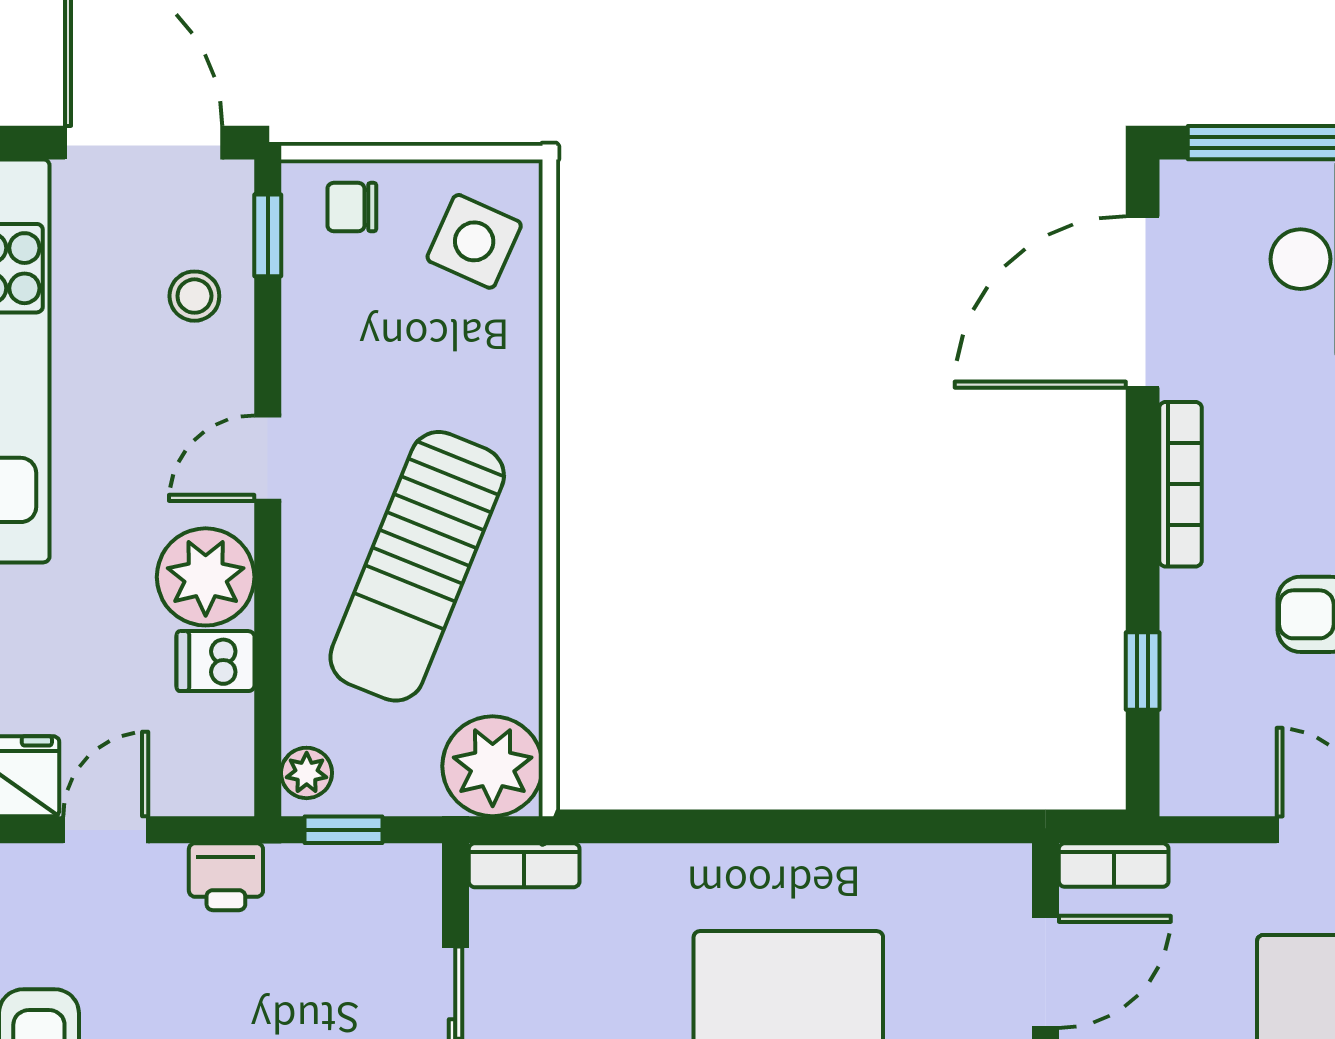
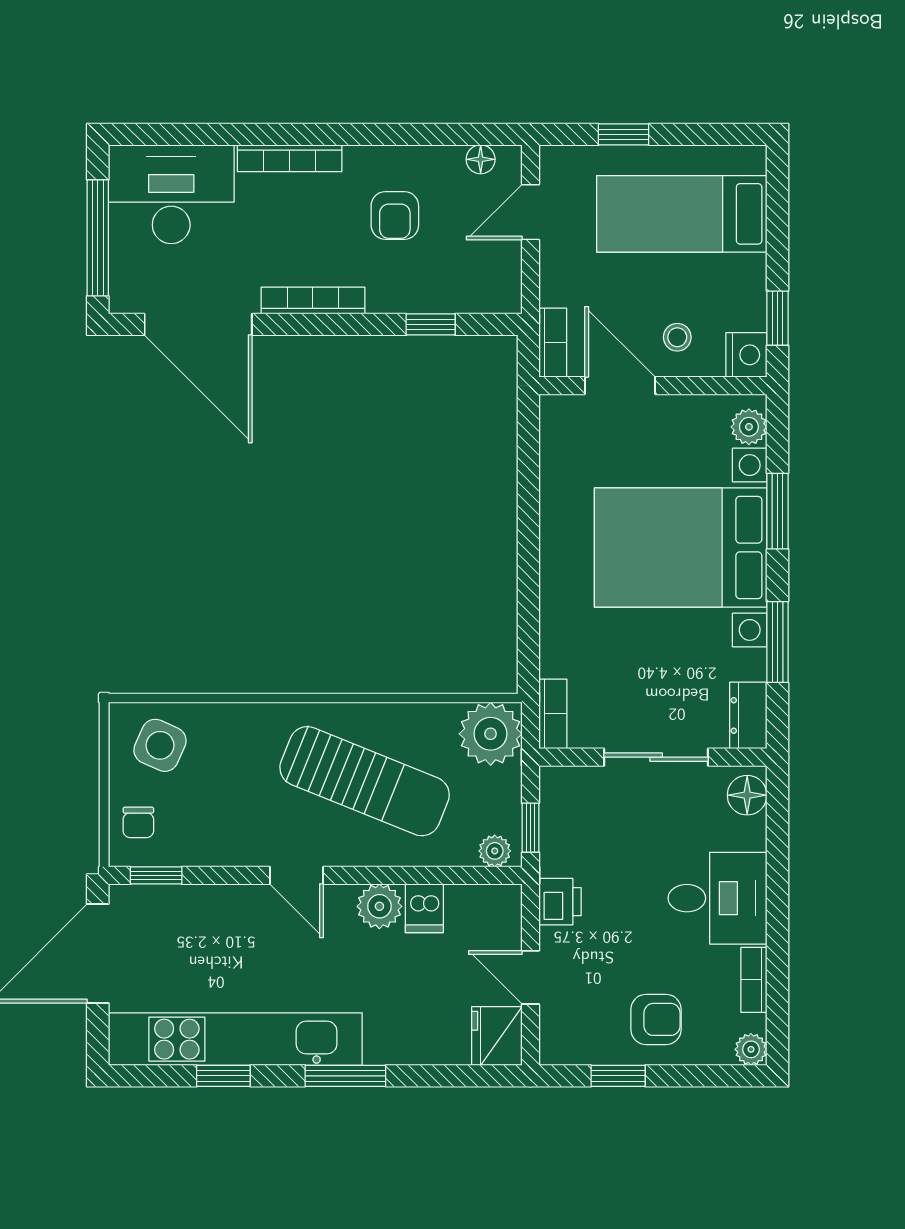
stool: (194, 296) -> (194, 921), removed
plant: (206, 577) -> (379, 906), width x0.73, depth x0.73

